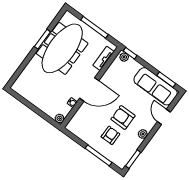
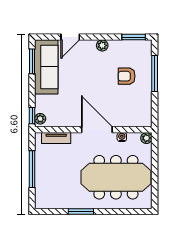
meeting table: (62, 48) -> (116, 177), moved
armchair: (123, 117) -> (100, 77), removed

